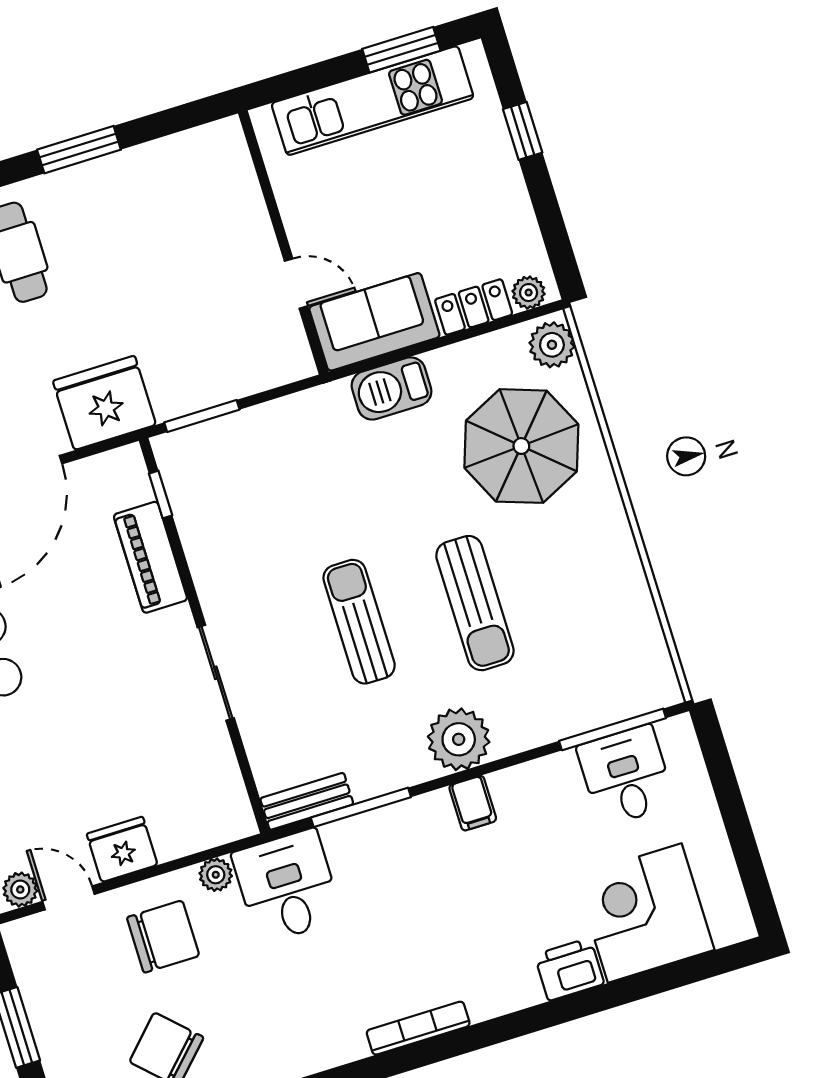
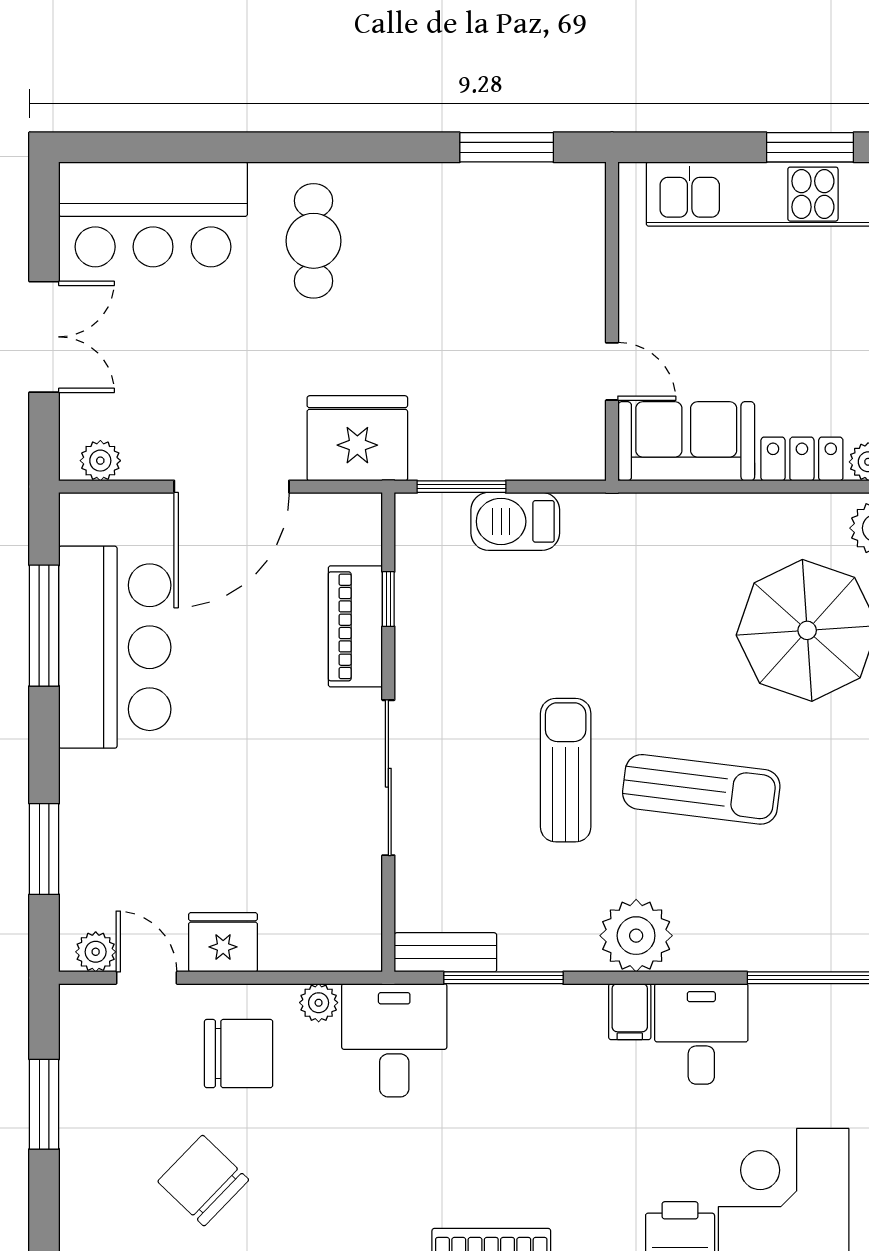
window: (79, 150) -> (507, 147), moved
barbecue: (392, 388) -> (515, 521), moved
window: (161, 494) -> (388, 599), moved
sun lounger: (475, 603) -> (701, 789), turned -83
sliding door: (216, 673) -> (388, 778), width x1.37
desk: (626, 776) -> (701, 1034), moved

